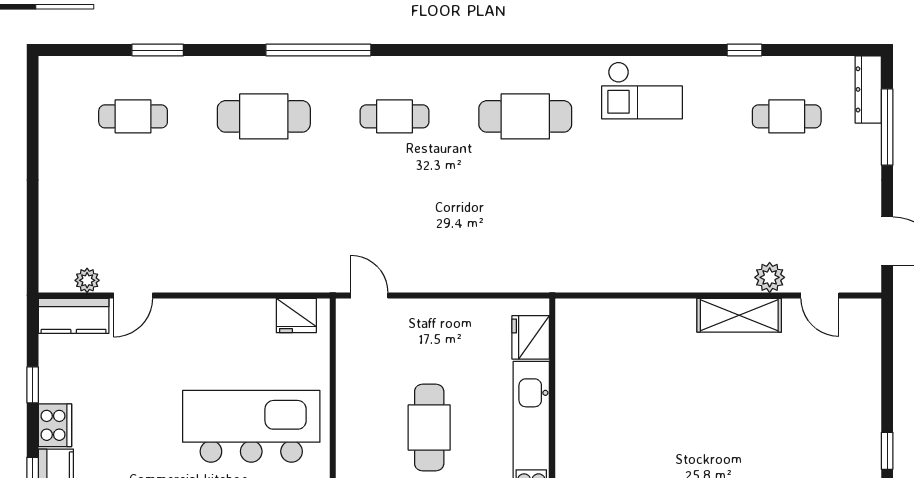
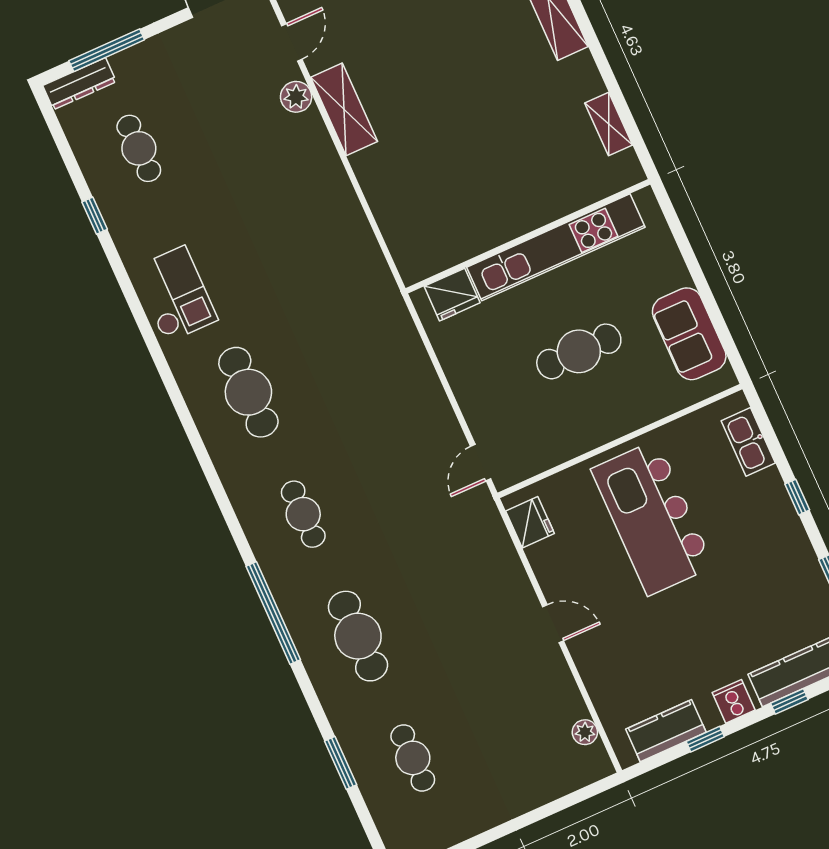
door: (133, 295) -> (553, 624), moved
kitchen counter: (74, 316) -> (666, 731), moved, turned -90
cooker: (55, 425) -> (734, 701), width x0.73

